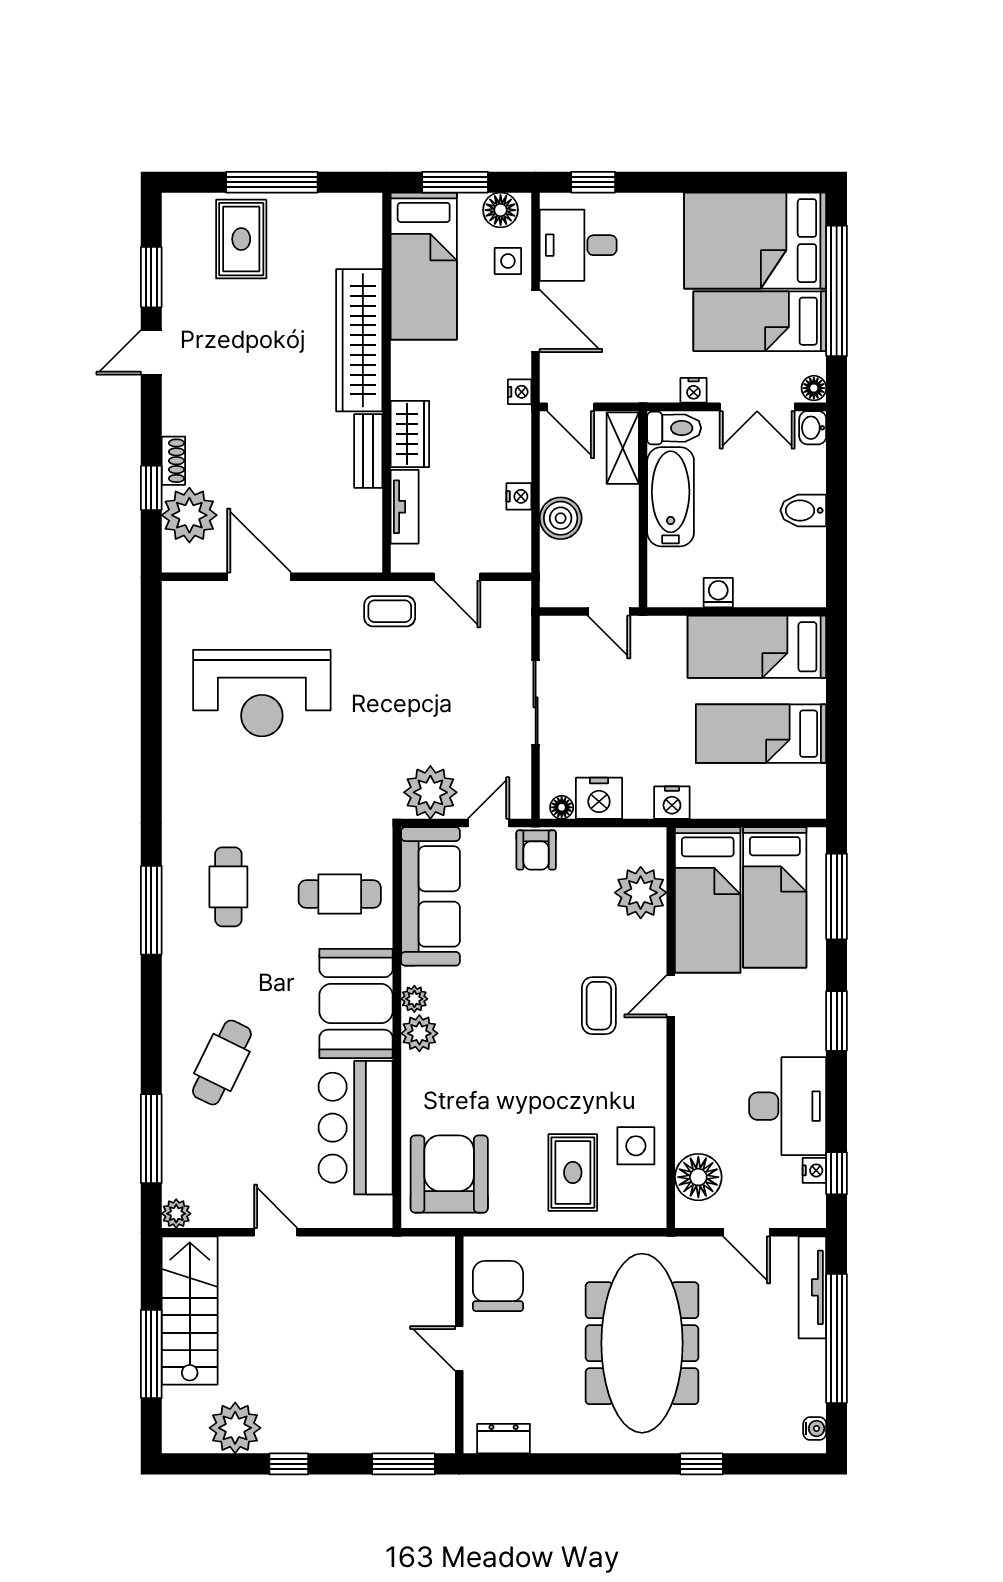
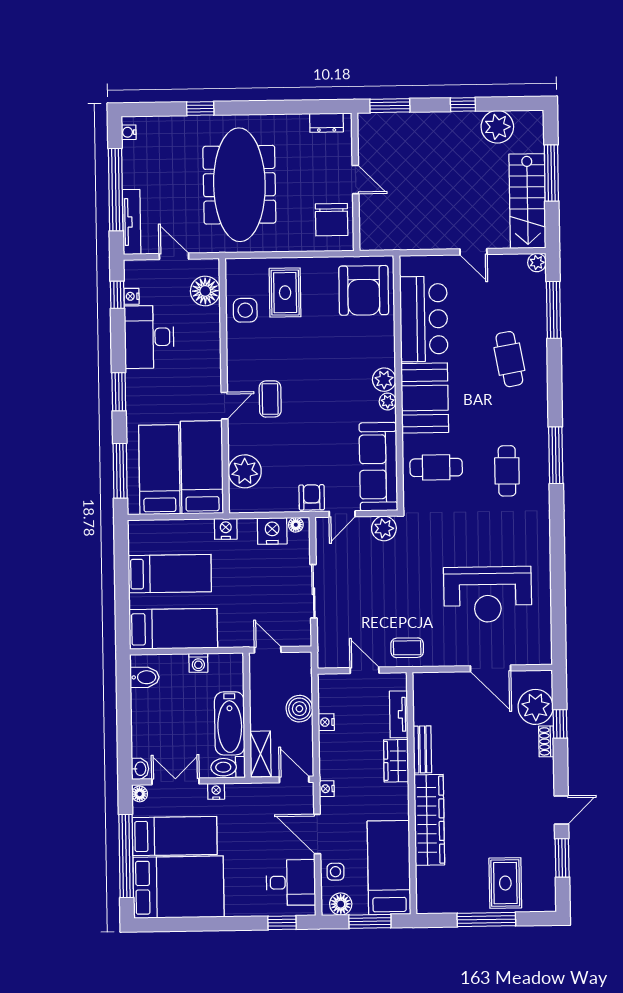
bidet: (803, 510) -> (145, 677), moved
reception desk: (262, 693) -> (488, 594), turned 180
plant: (430, 792) -> (384, 528), width x0.73, depth x0.73
cafe table: (222, 1062) -> (509, 359), turned -36

